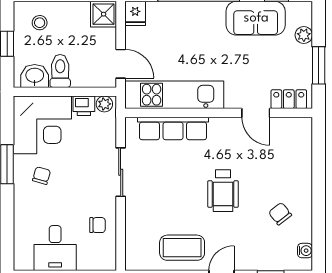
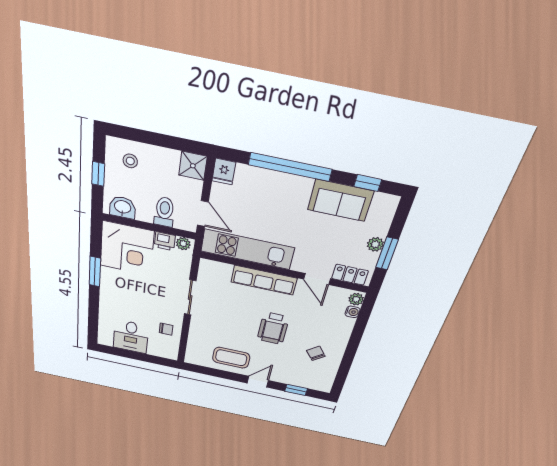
plant: (304, 35) -> (375, 244), moved
toilet: (60, 71) -> (164, 212), moved
row of seats: (173, 128) -> (264, 280), moved
plant: (304, 128) -> (356, 299), added
chair: (42, 176) -> (123, 286), removed
water cooler: (305, 251) -> (352, 312), moved

